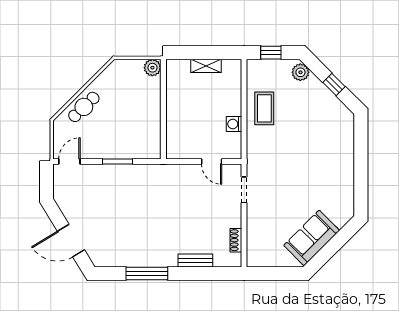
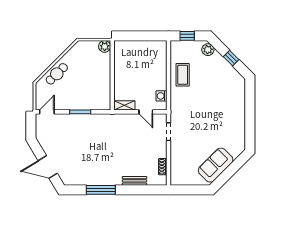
shelving: (206, 66) -> (124, 105), moved
washing machine: (234, 124) -> (161, 96), moved

